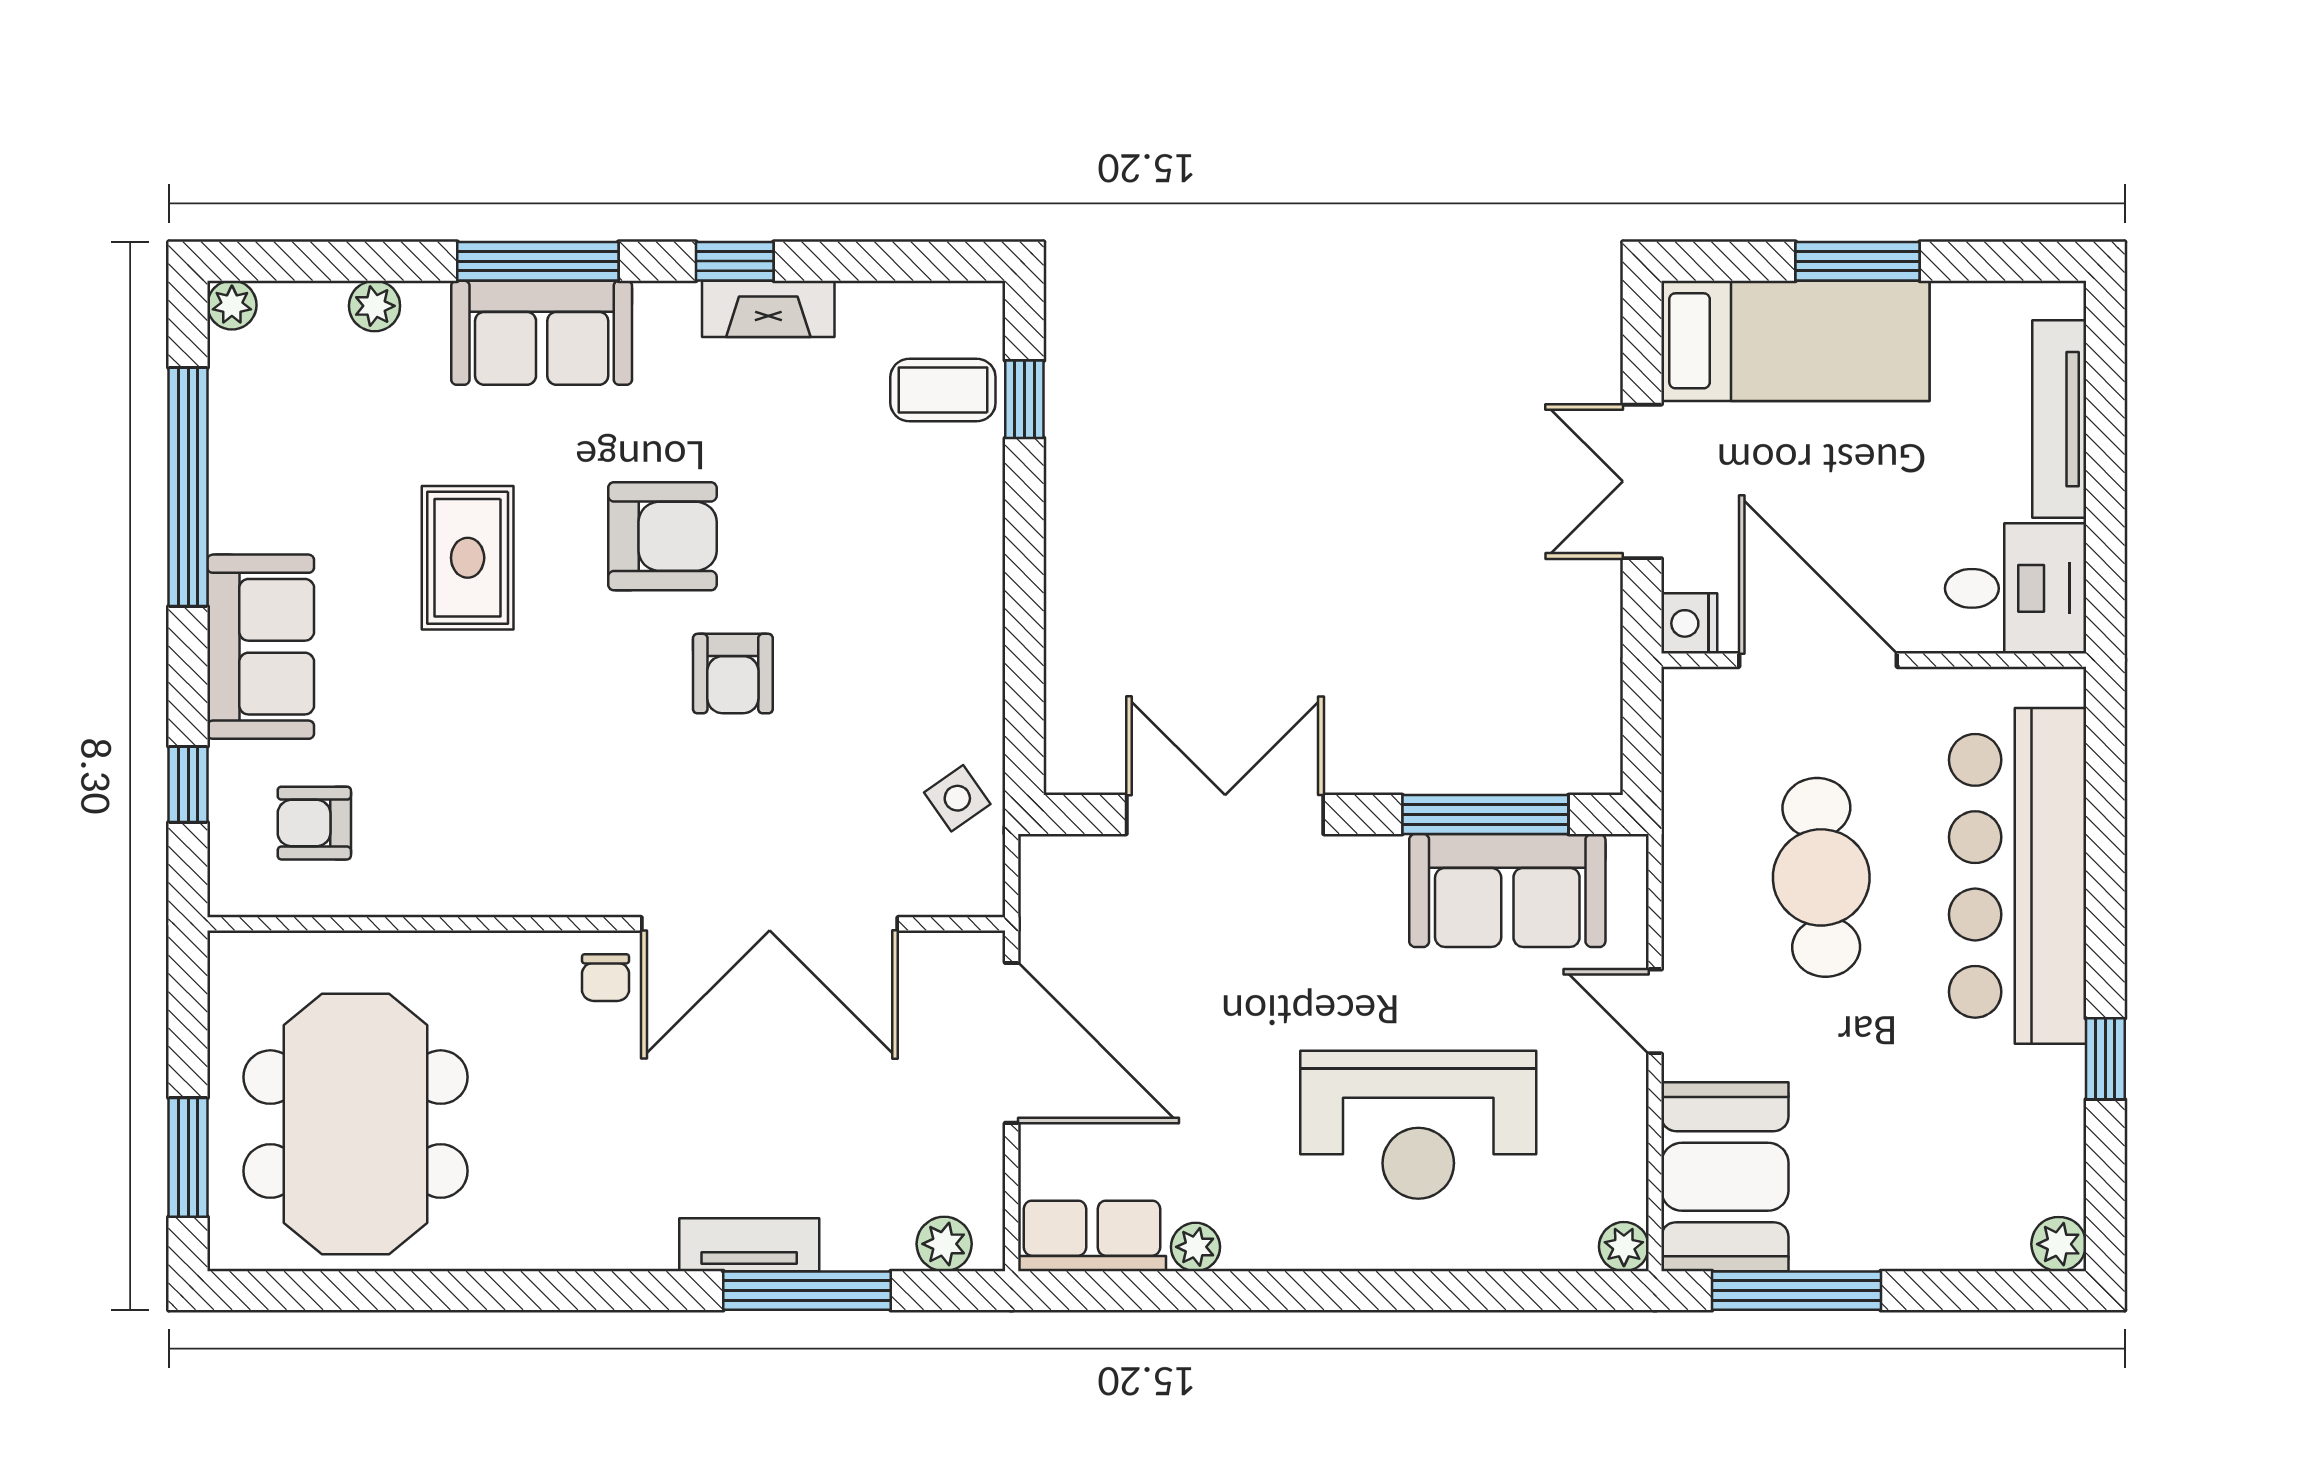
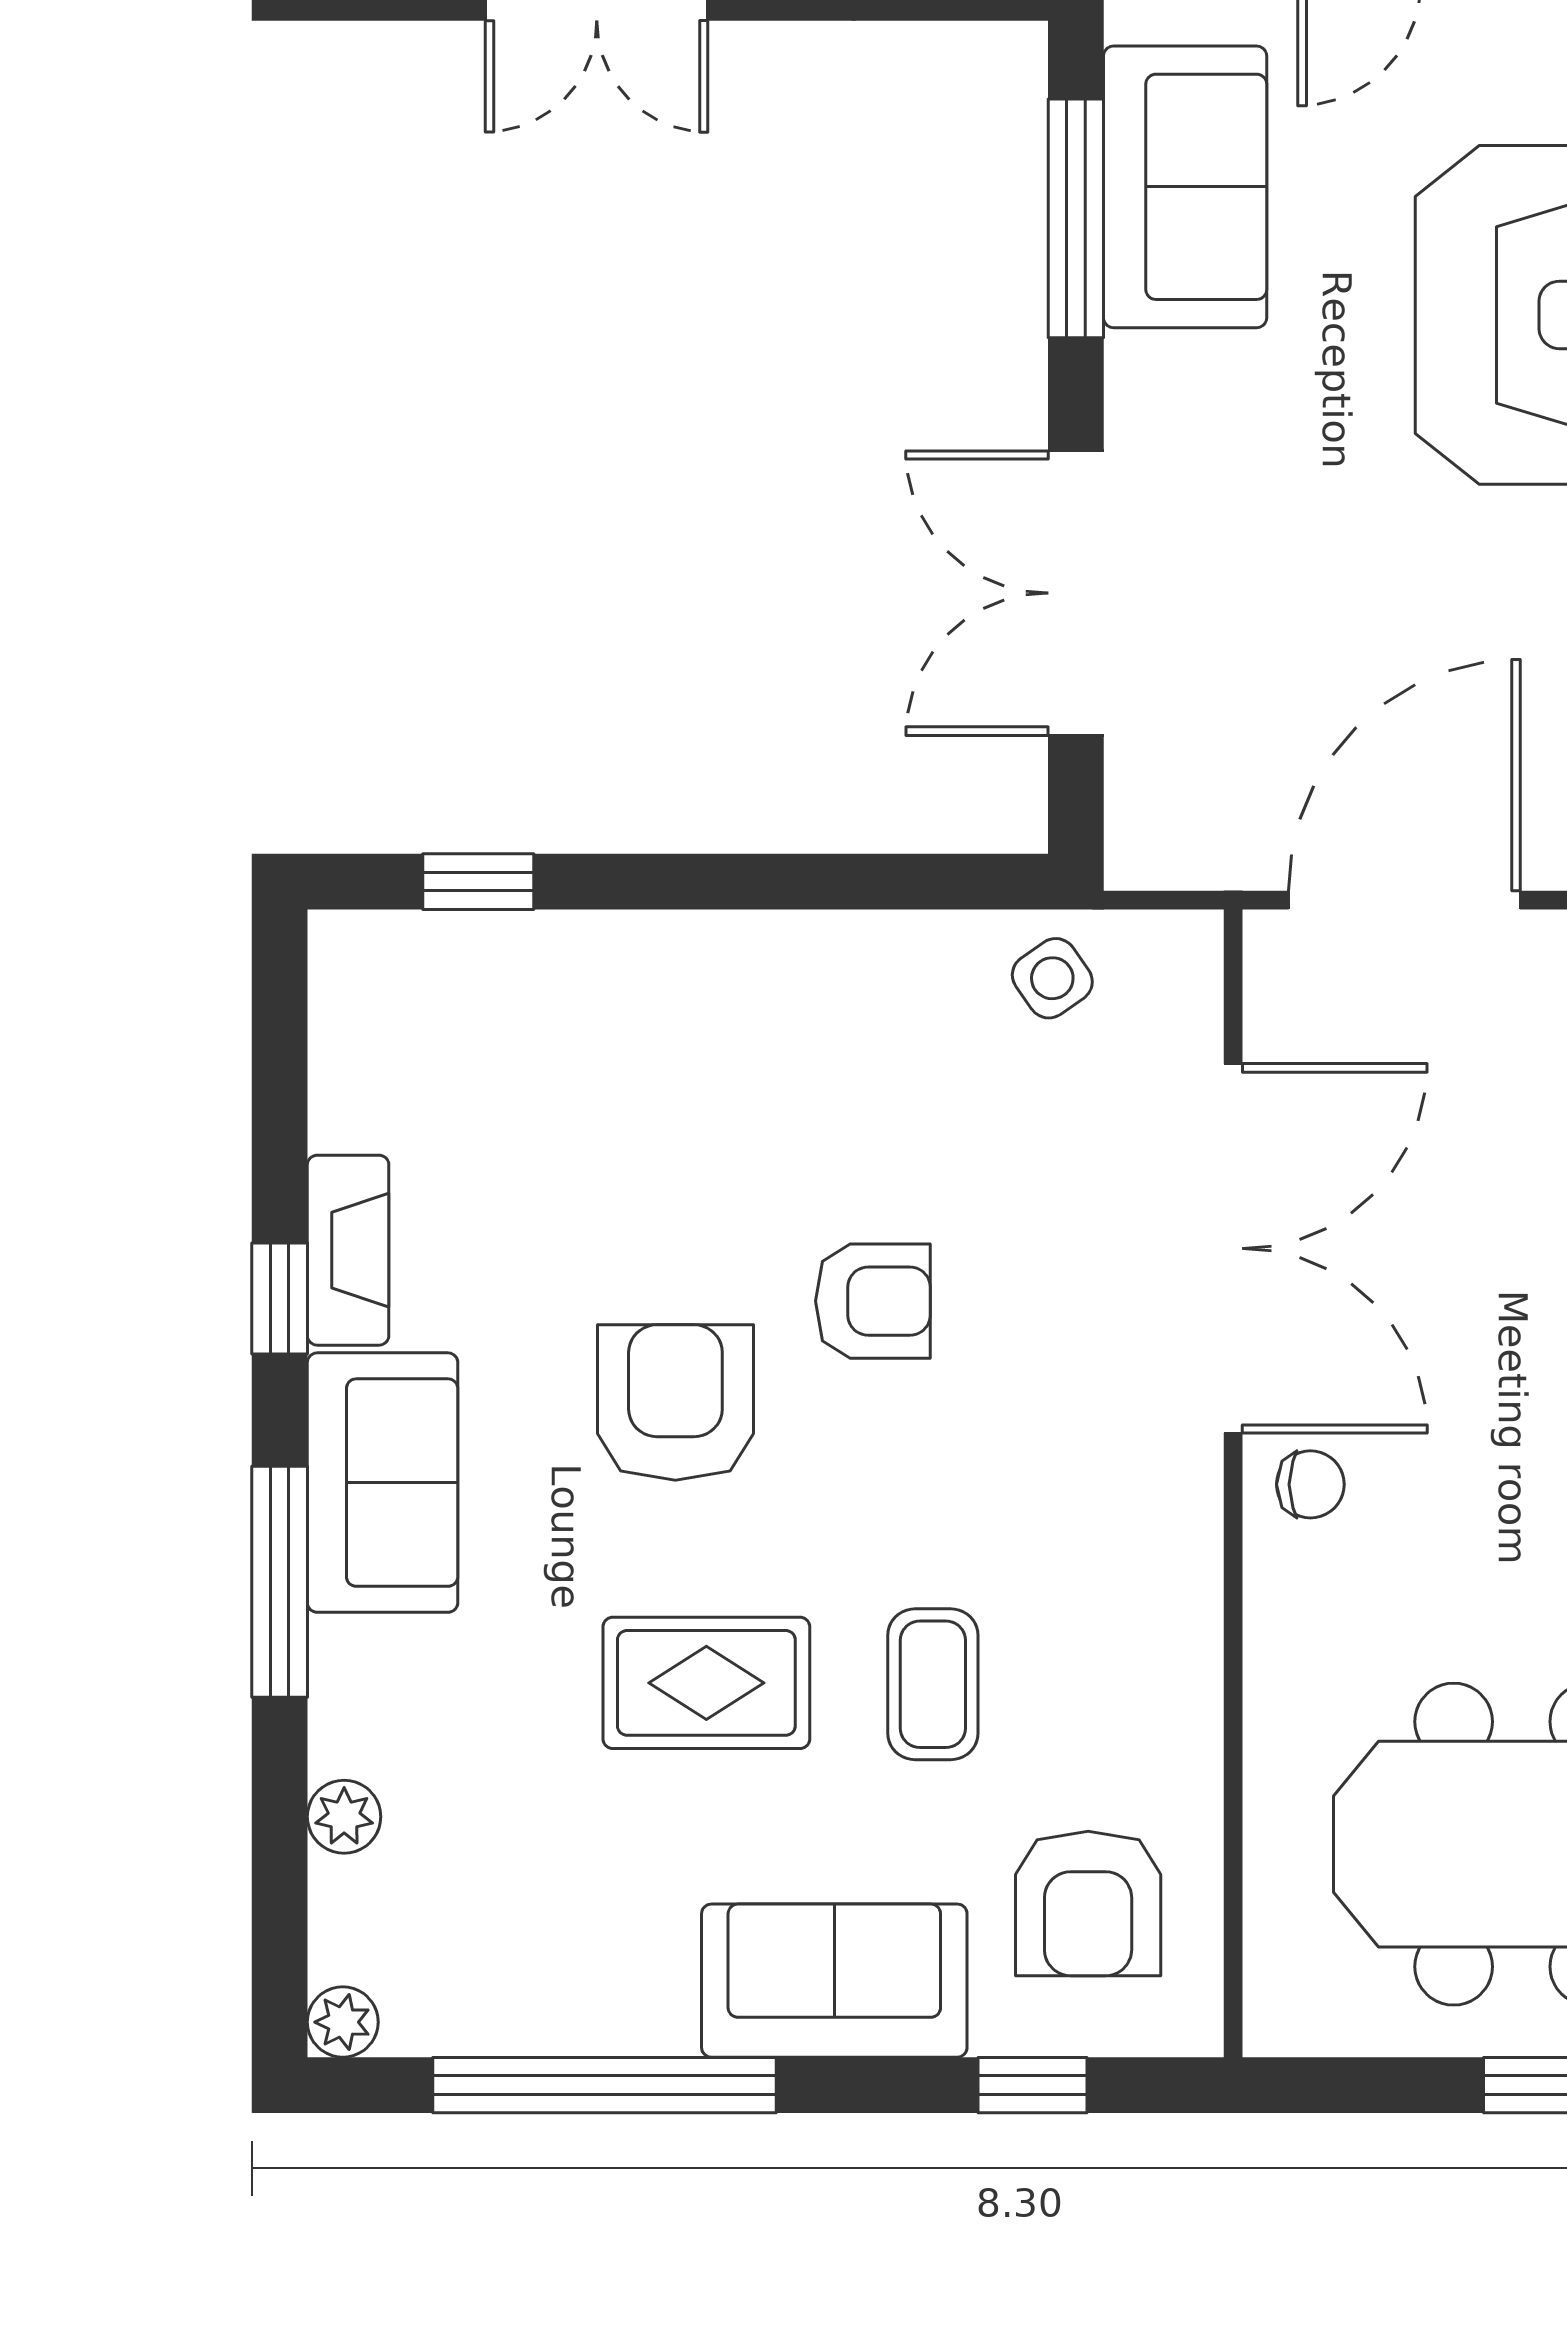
sofa: (542, 333) -> (383, 1483), moved
coffee table: (943, 390) -> (933, 1684), moved
armchair: (314, 823) -> (1088, 1903), width x1.38, depth x1.38

